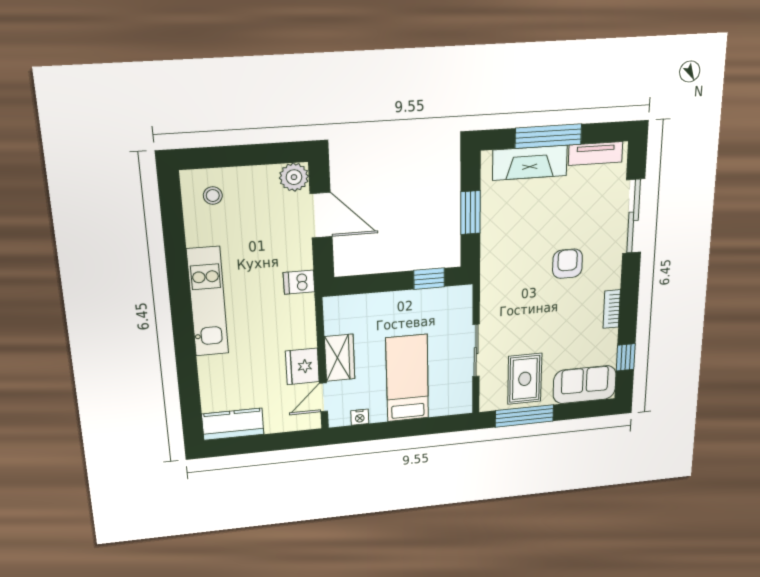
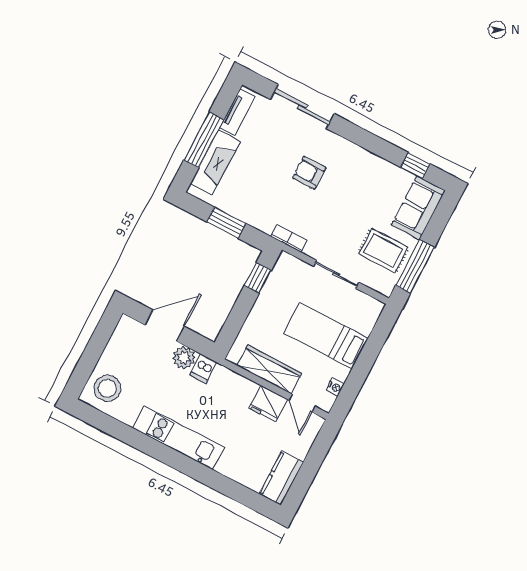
plant: (294, 177) -> (184, 358), moved
stool: (213, 196) -> (107, 388), width x1.89, depth x1.89
bookcase: (612, 309) -> (289, 238), moved, turned 180
wardrobe: (340, 358) -> (269, 369), width x1.50

